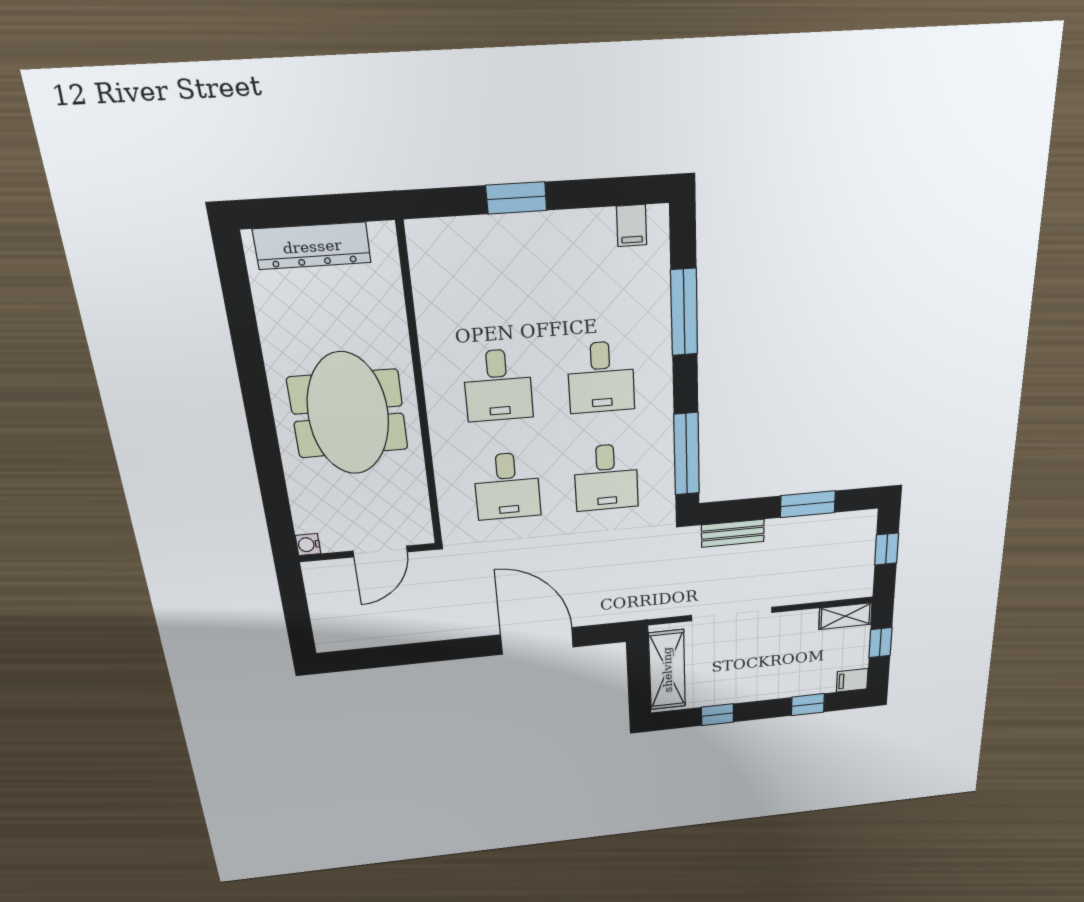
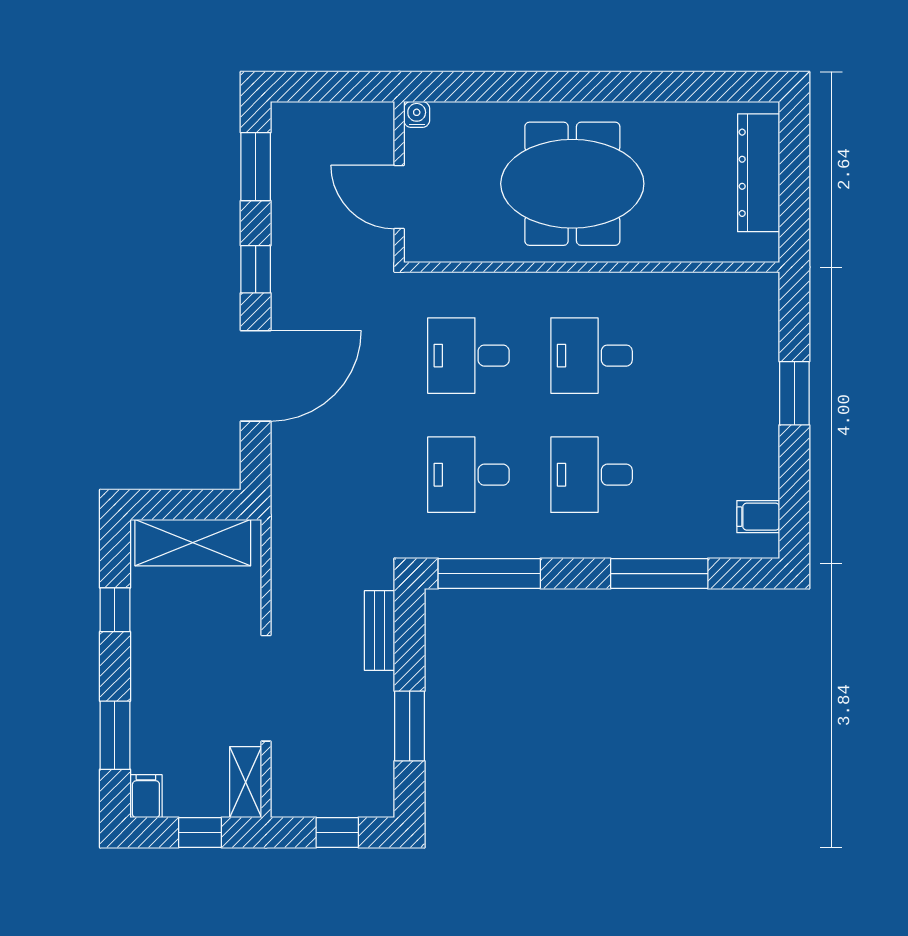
doorway: (732, 614) -> (266, 688), moved
window: (453, 650) -> (256, 269), added
window: (371, 658) -> (256, 167), added
window: (808, 705) -> (115, 735), width x1.50

